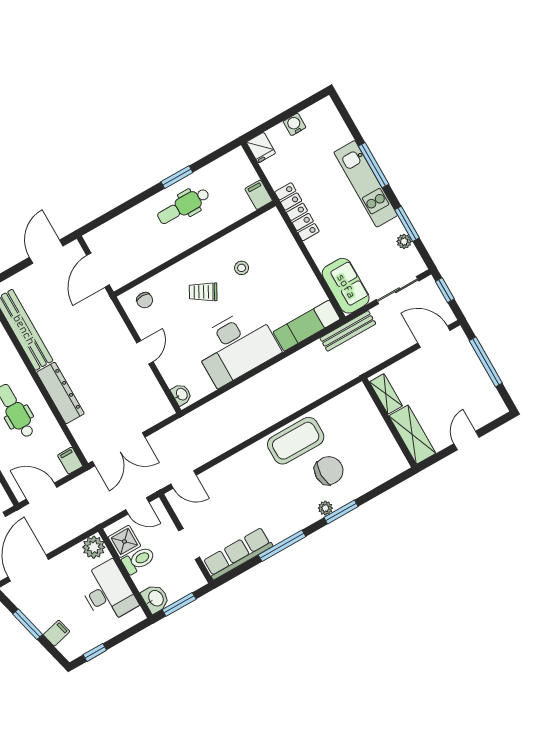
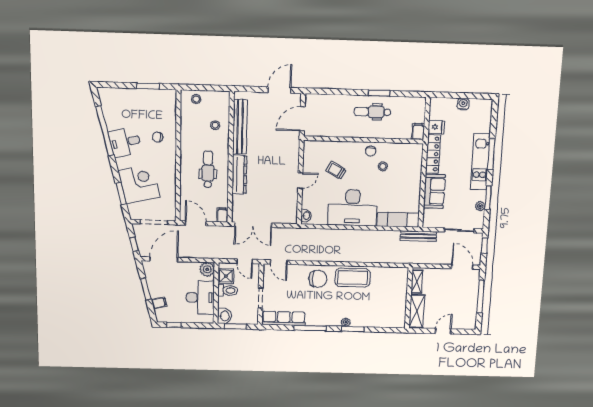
fridge: (261, 148) -> (436, 127), moved, turned -90
sofa: (346, 286) -> (434, 191), moved
trolley: (203, 292) -> (336, 170), moved
chair: (145, 300) -> (371, 151), moved
chair: (329, 471) -> (318, 279), moved

